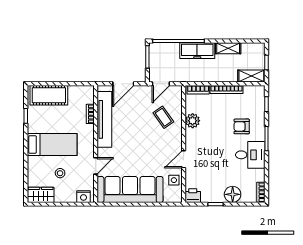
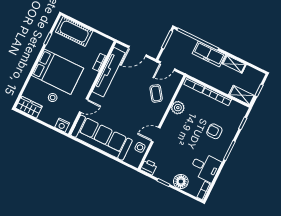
bed: (52, 145) -> (57, 72), width x1.50
desk: (250, 155) -> (205, 167), moved

